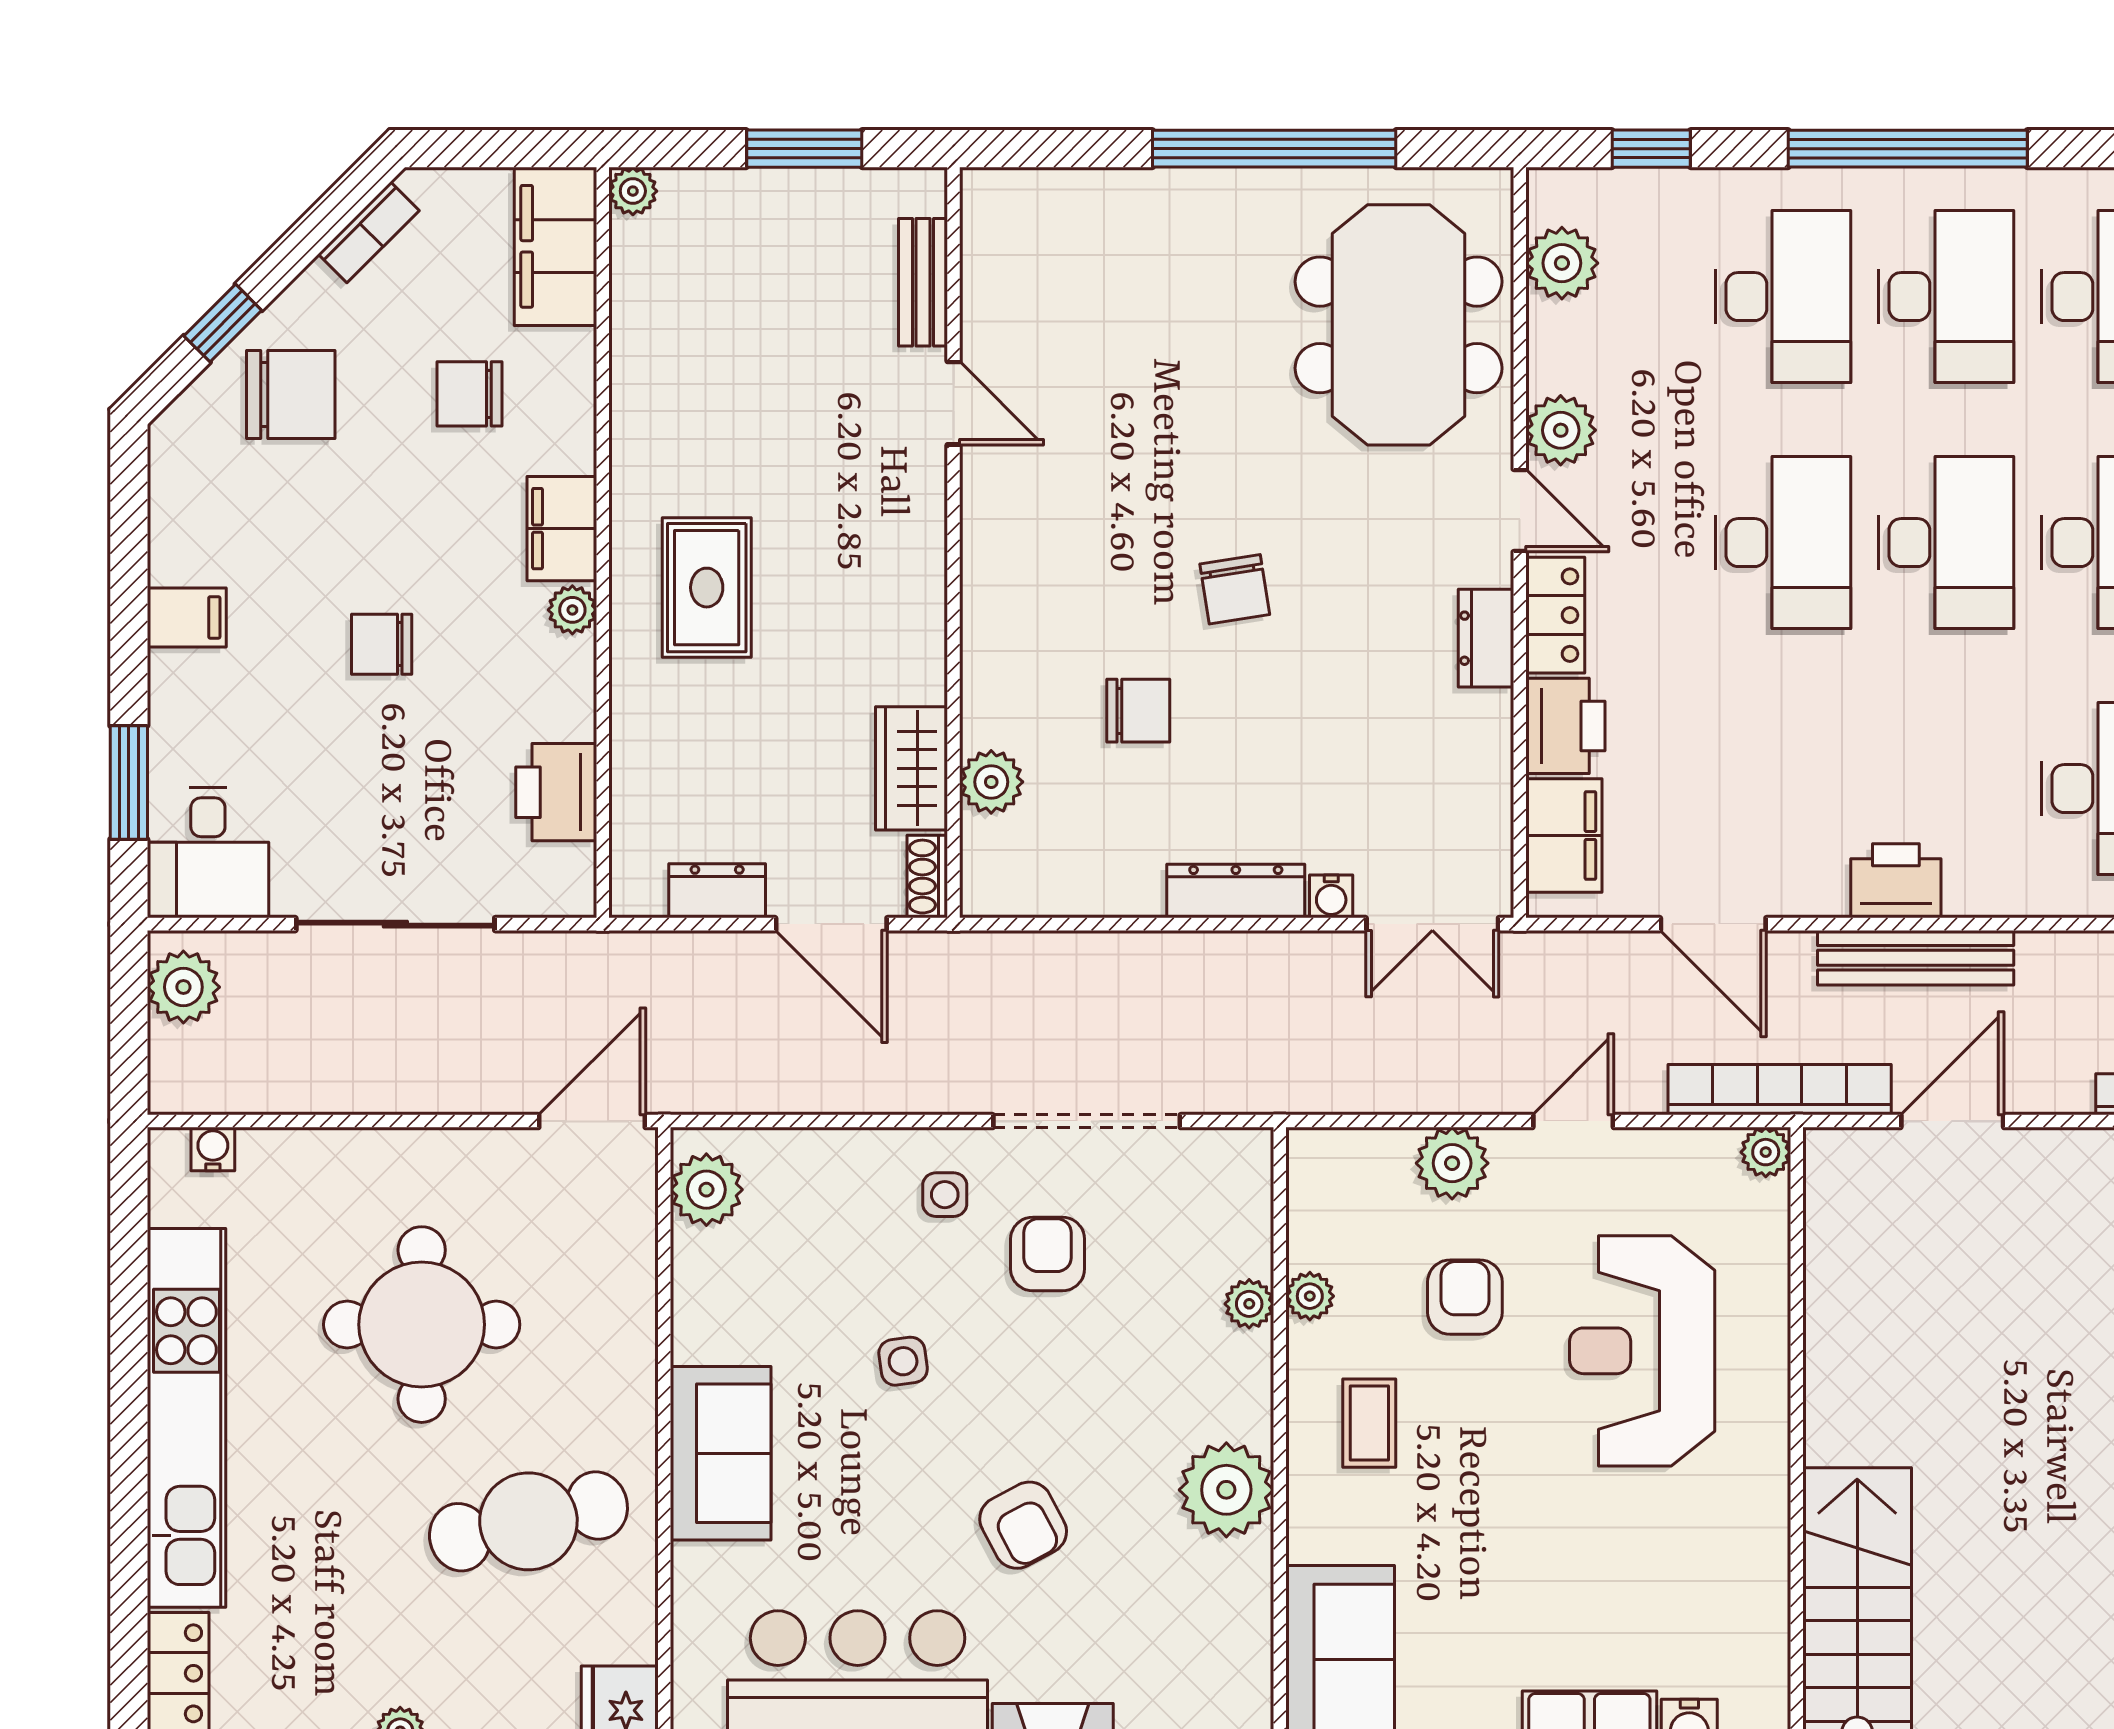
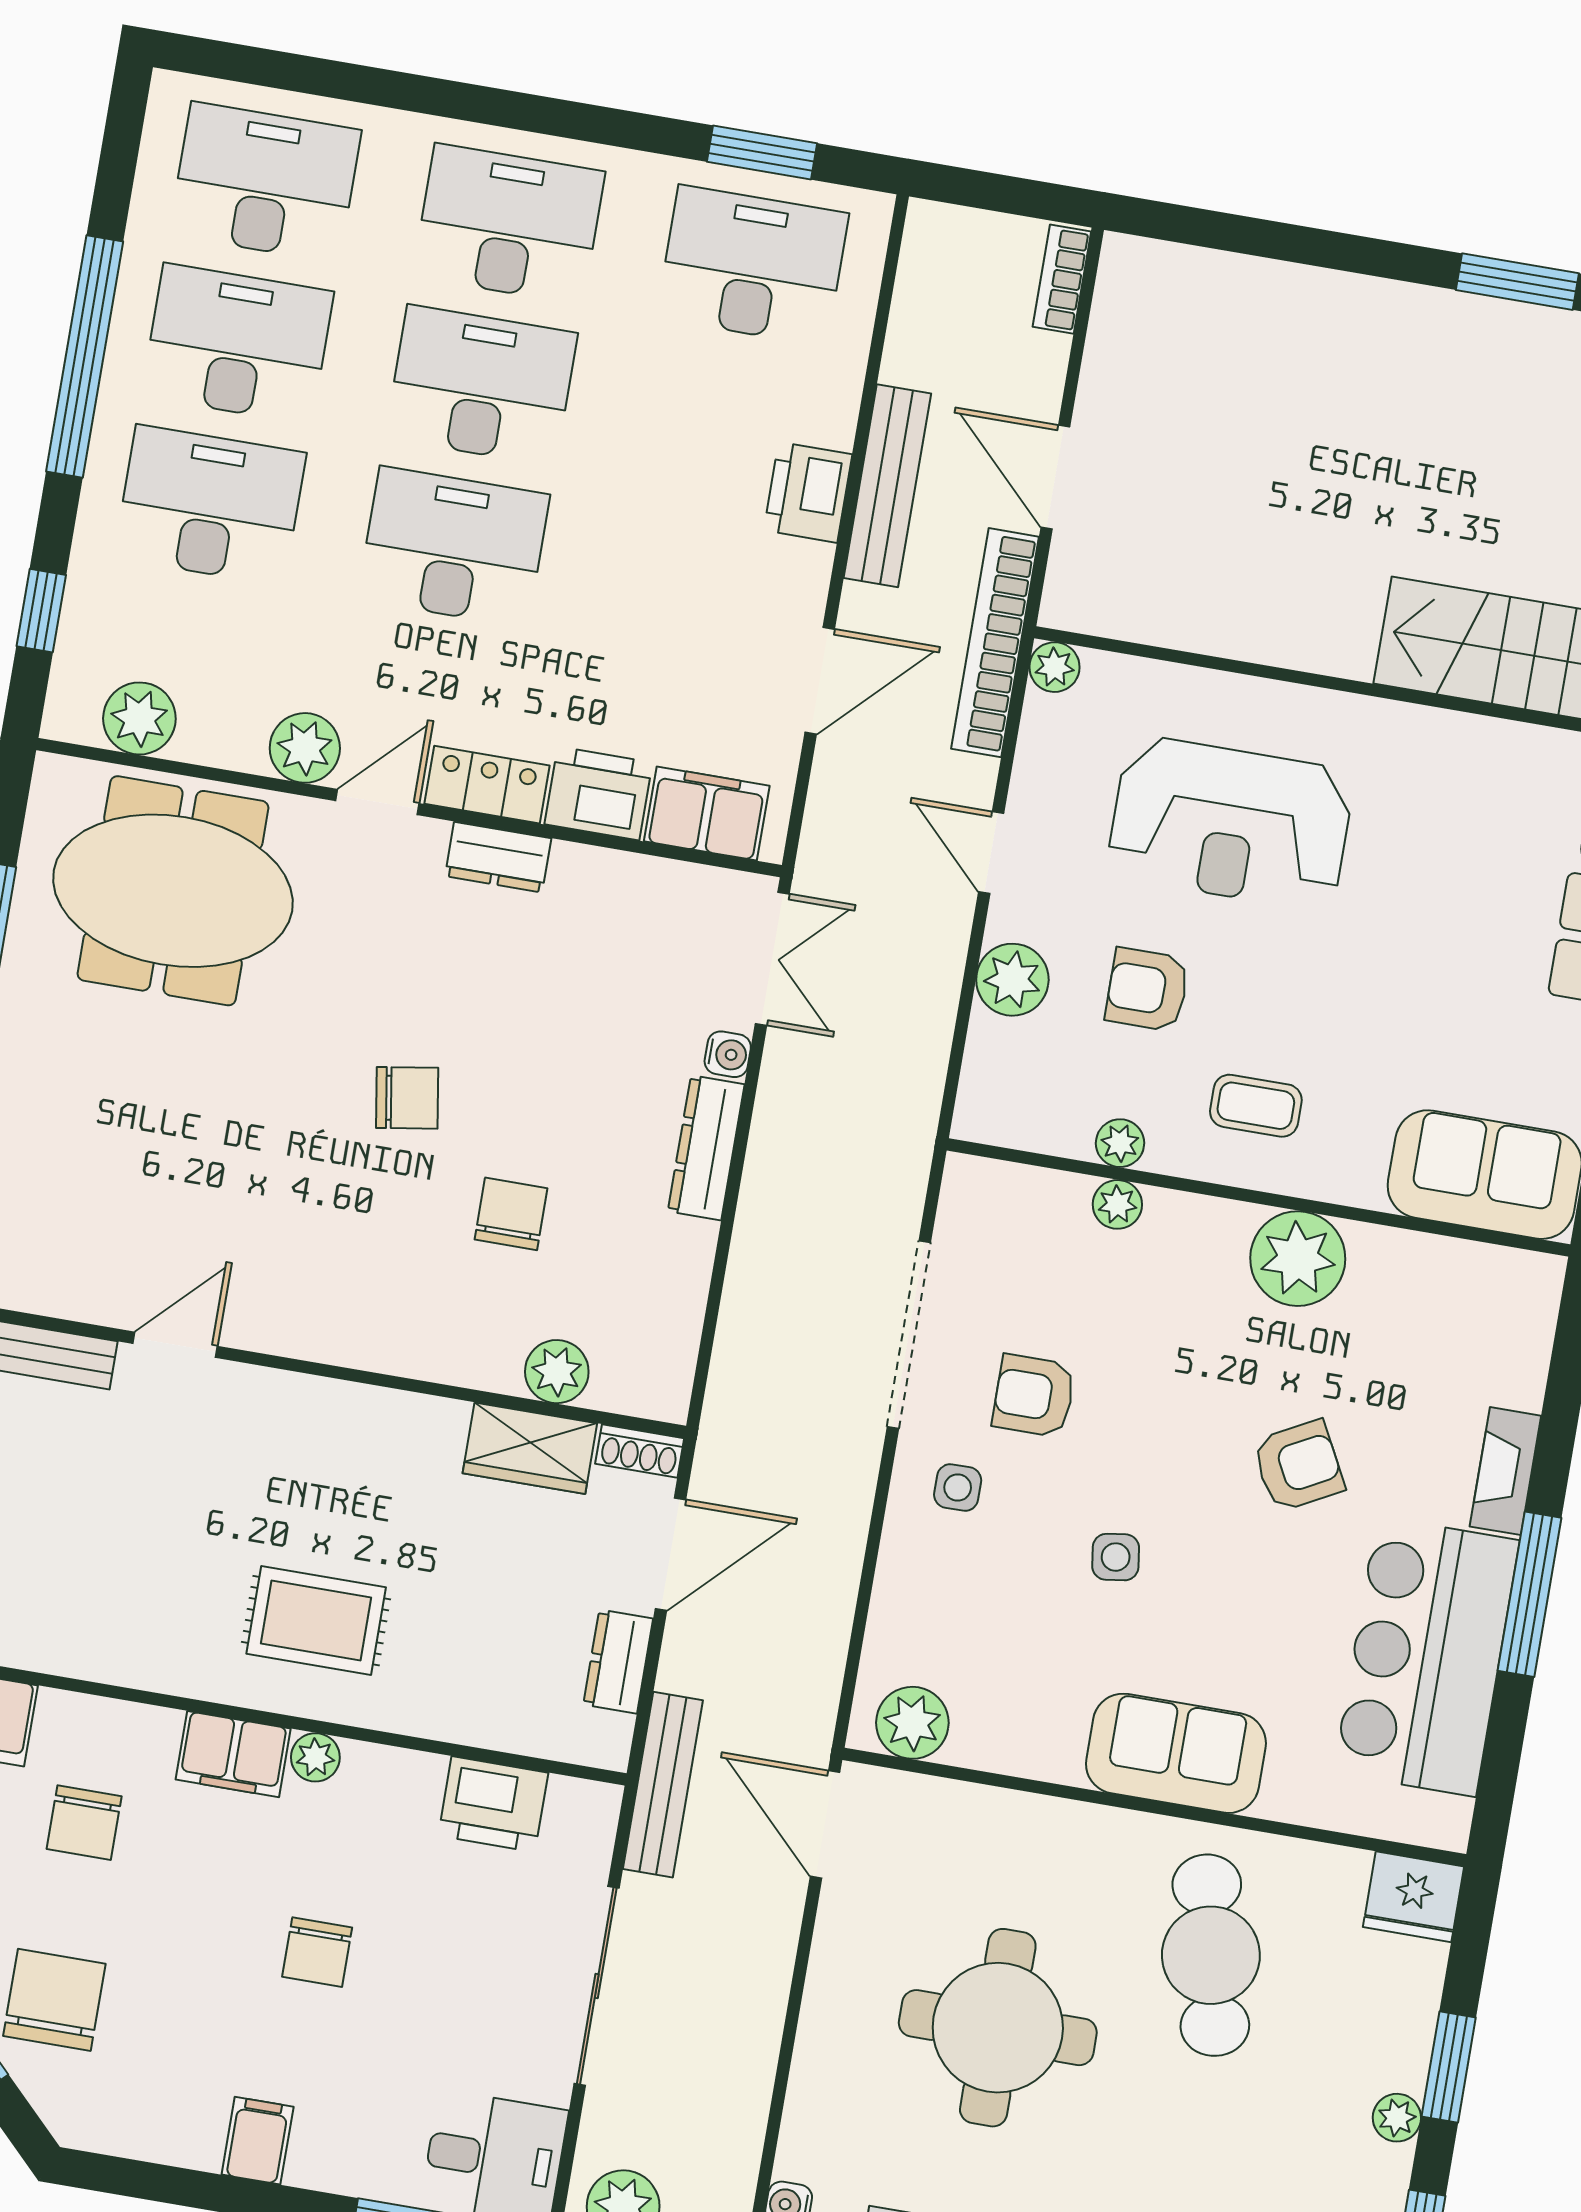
bench: (604, 955) -> (663, 1785), added

